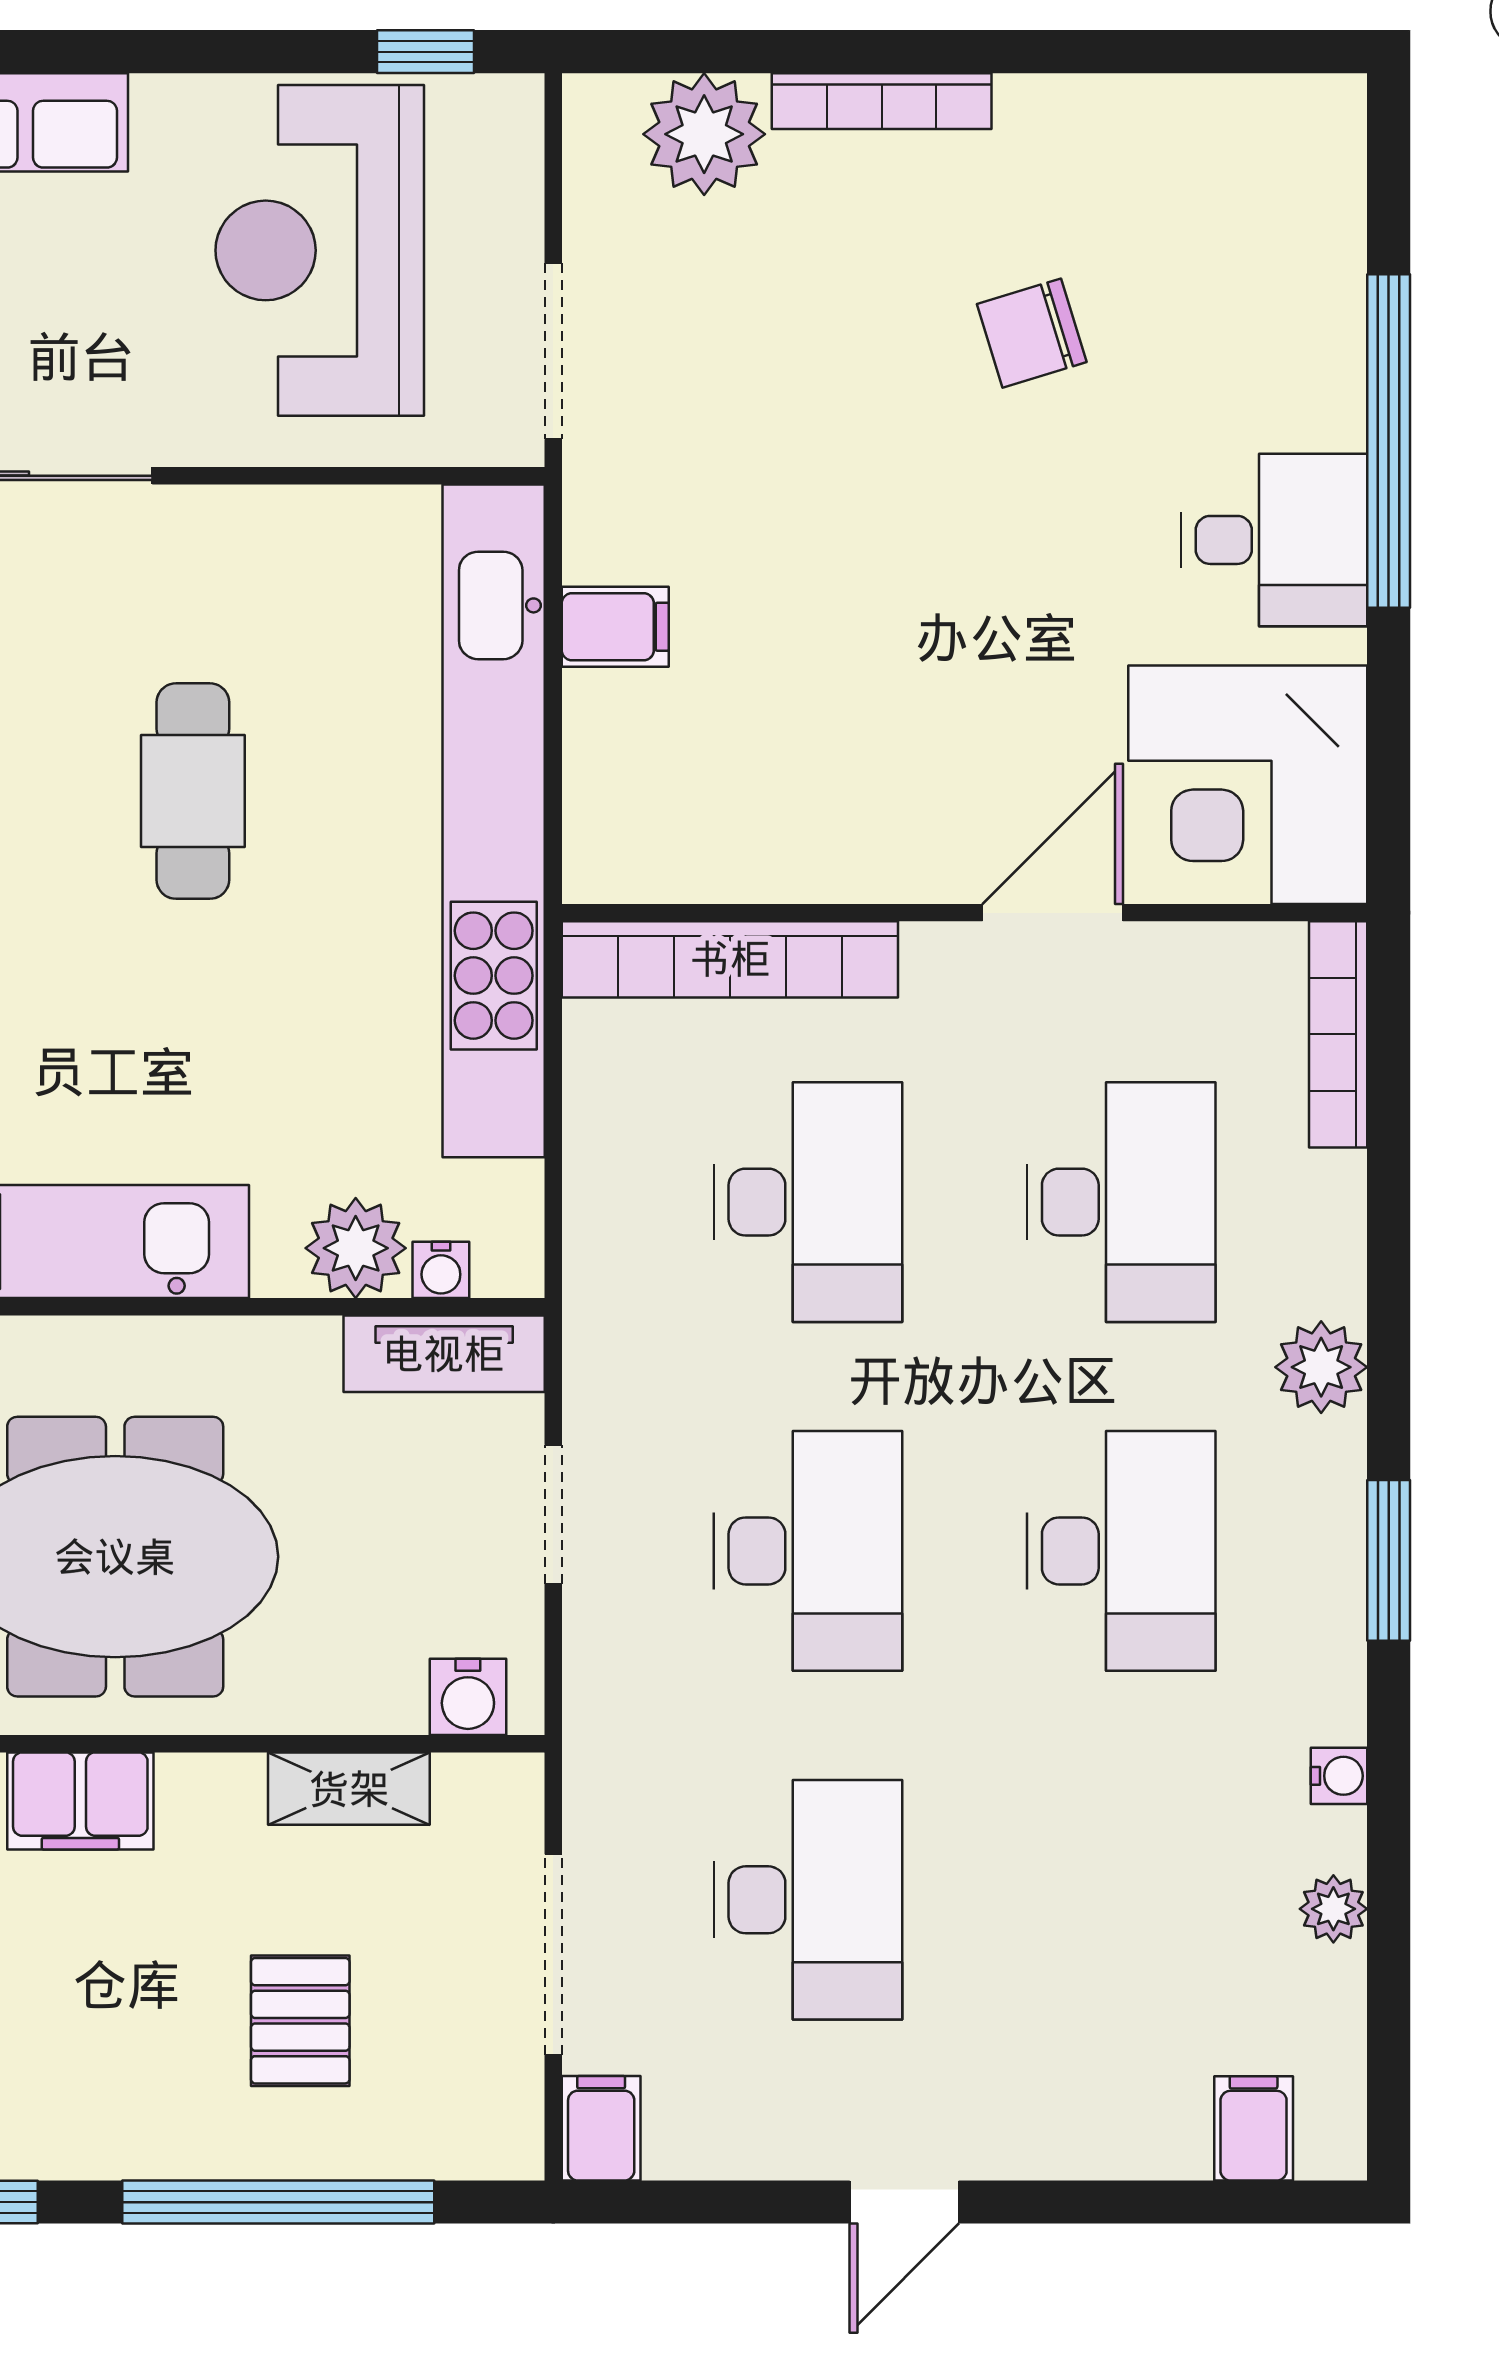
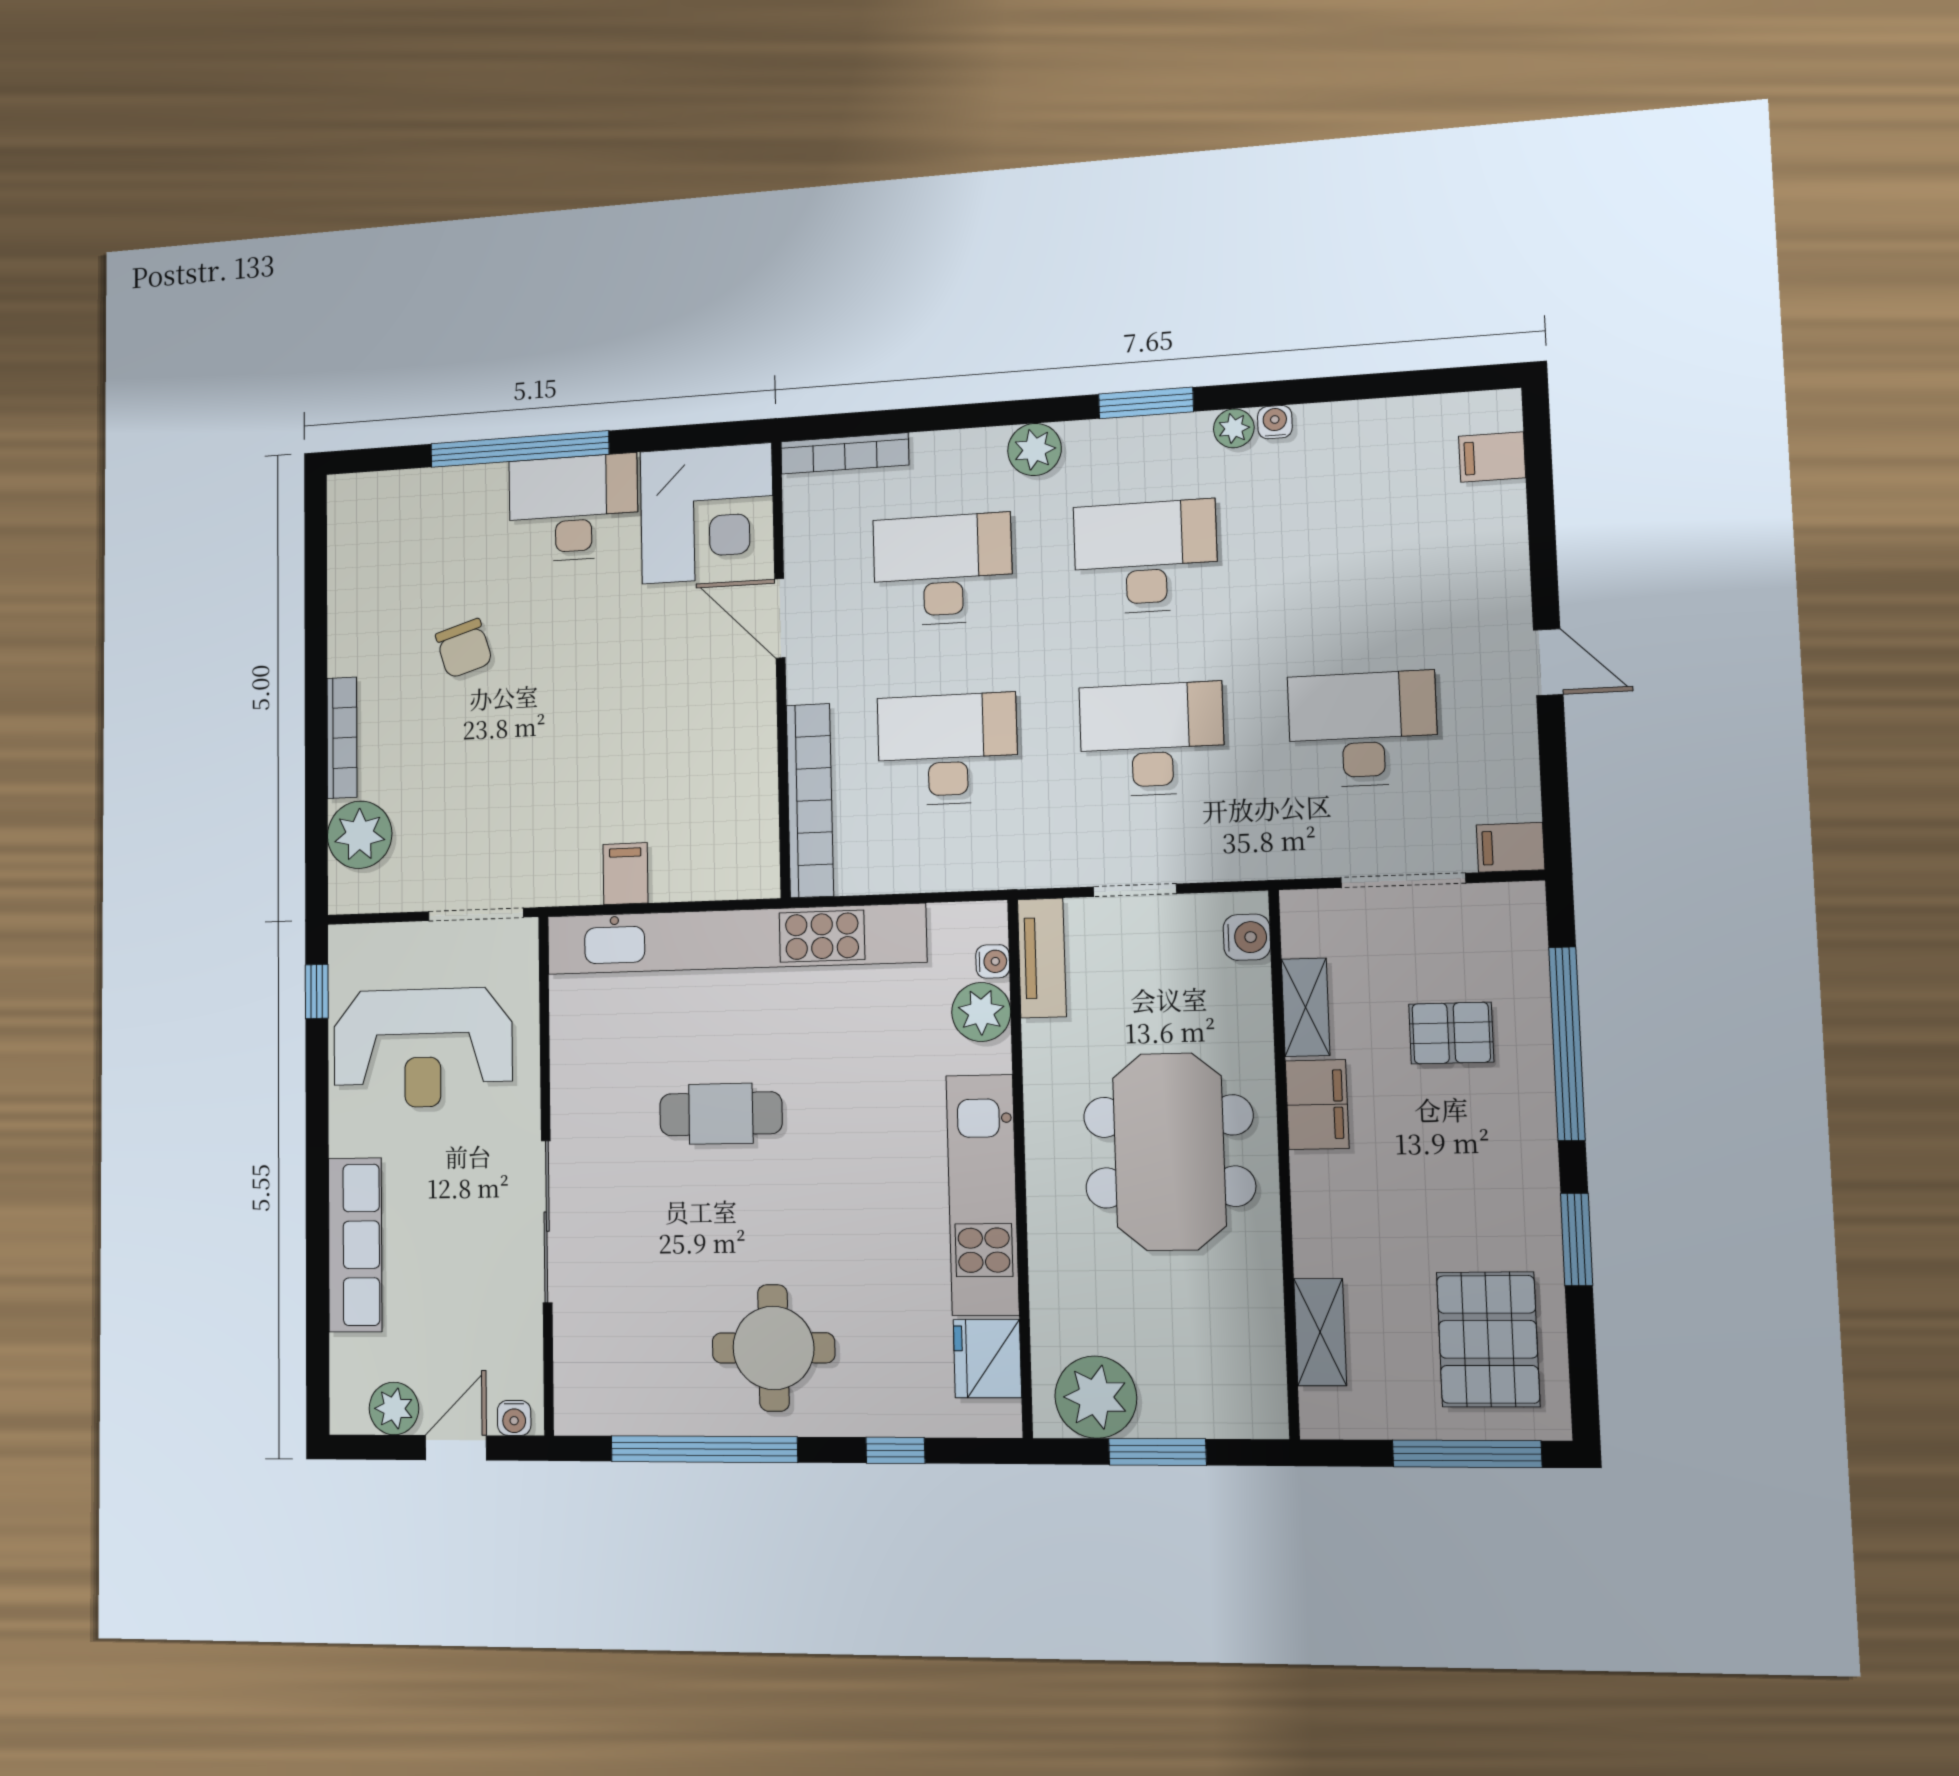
desk: (1274, 540) -> (573, 508), width x1.37
filing cabinet: (80, 1801) -> (1317, 1104), moved
plant: (1333, 1909) -> (1234, 428), moved

